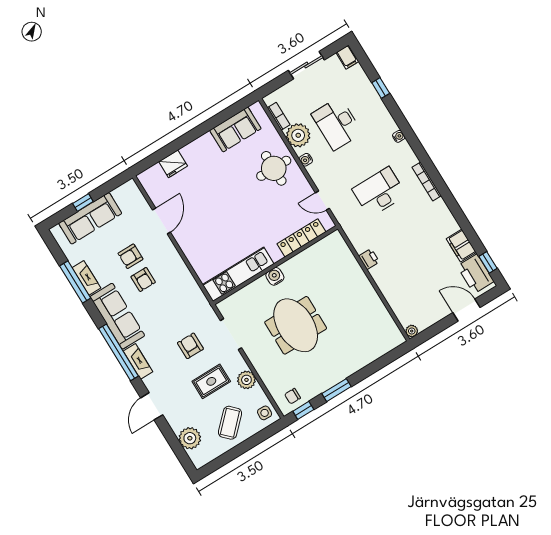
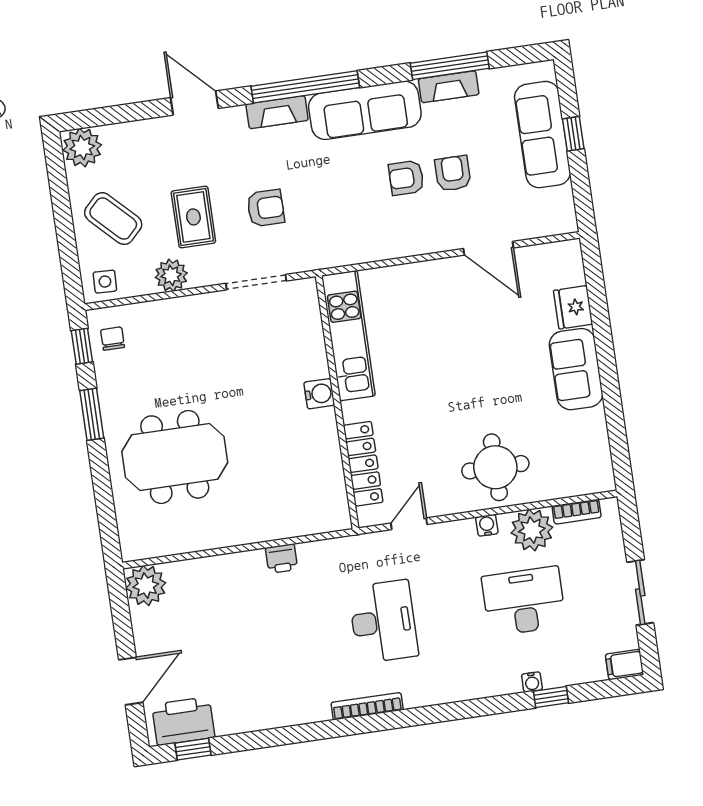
sofa: (235, 129) -> (576, 369), moved
water cooler: (399, 136) -> (532, 682), moved
filing cabinet: (461, 246) -> (239, 717), removed
meeting table: (296, 325) -> (175, 457), moved
plant: (412, 331) -> (146, 586), width x1.88, depth x1.88
plant: (190, 438) -> (82, 148), moved

